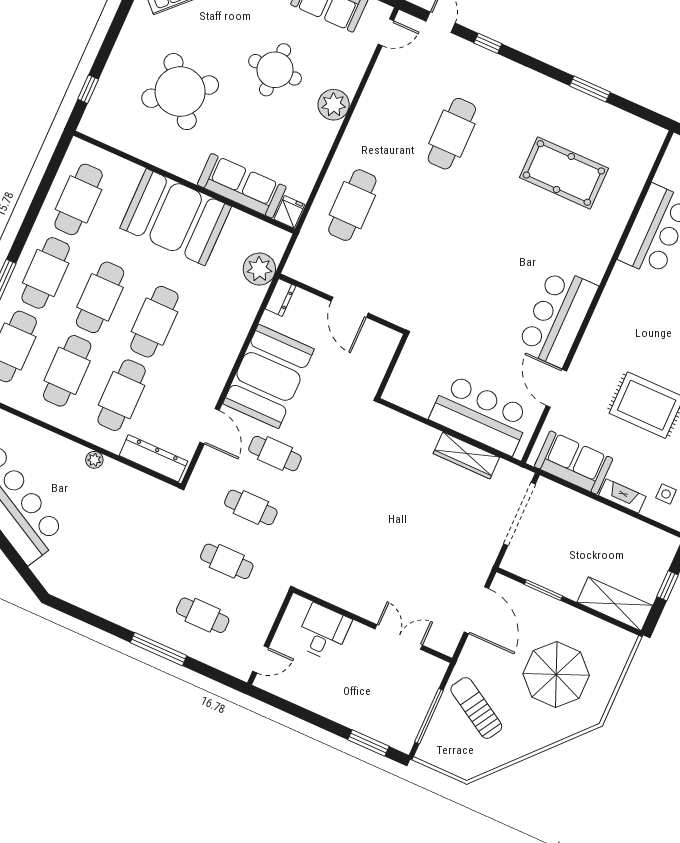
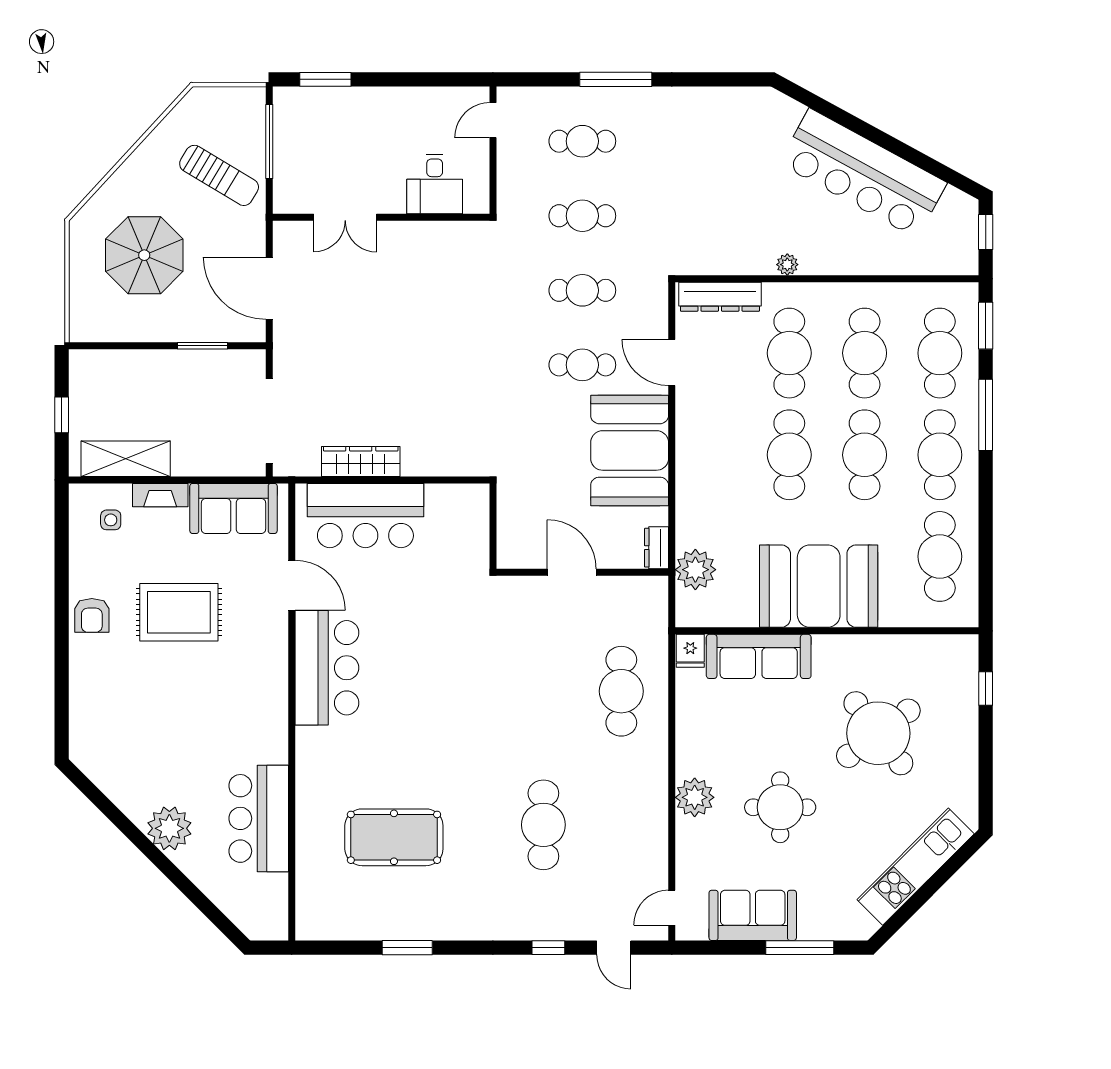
shelving: (615, 604) -> (126, 459), moved

